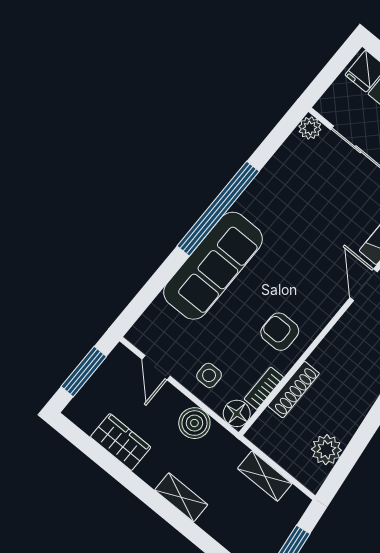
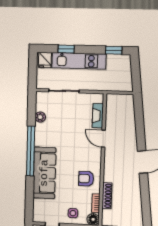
plant: (310, 128) -> (40, 117), moved
plant: (326, 450) -> (135, 209), removed

